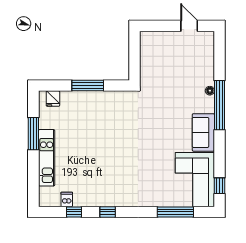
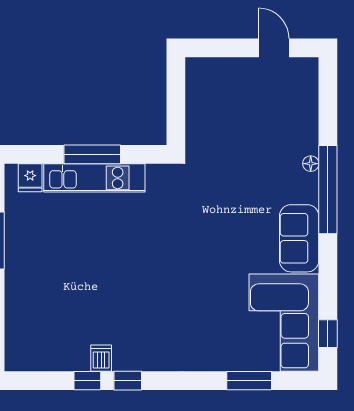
kitchen unit: (47, 158) -> (94, 178), moved, turned 90
dishwasher: (67, 199) -> (101, 358), moved
window: (74, 212) -> (87, 381), moved
window: (175, 212) -> (249, 381), width x0.69

